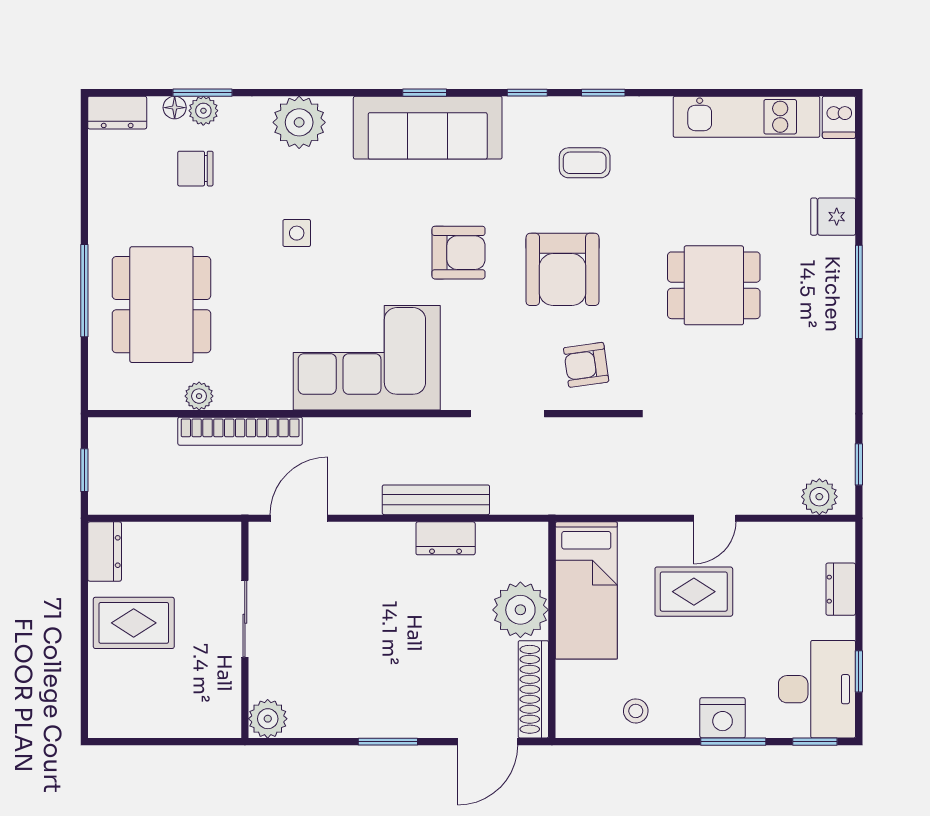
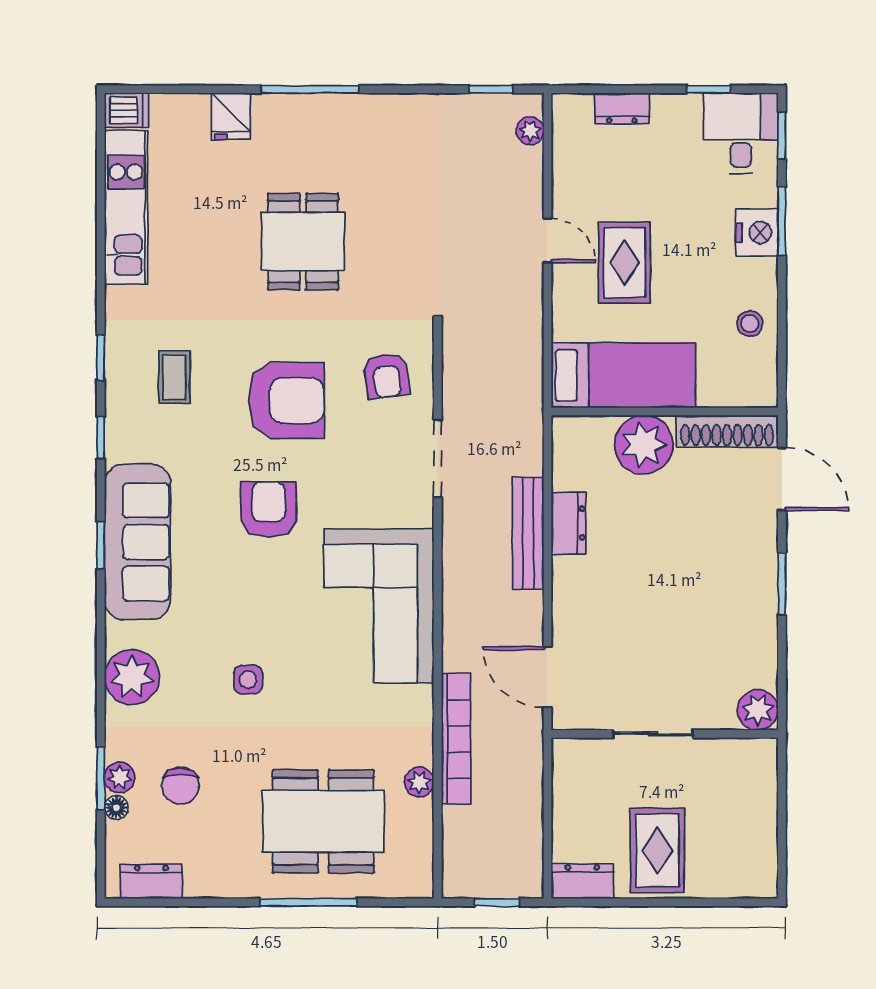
dresser: (117, 113) -> (151, 881), moved, turned -90
plant: (819, 497) -> (530, 131), width x0.73, depth x0.73
desk: (817, 689) -> (741, 133), width x0.73

